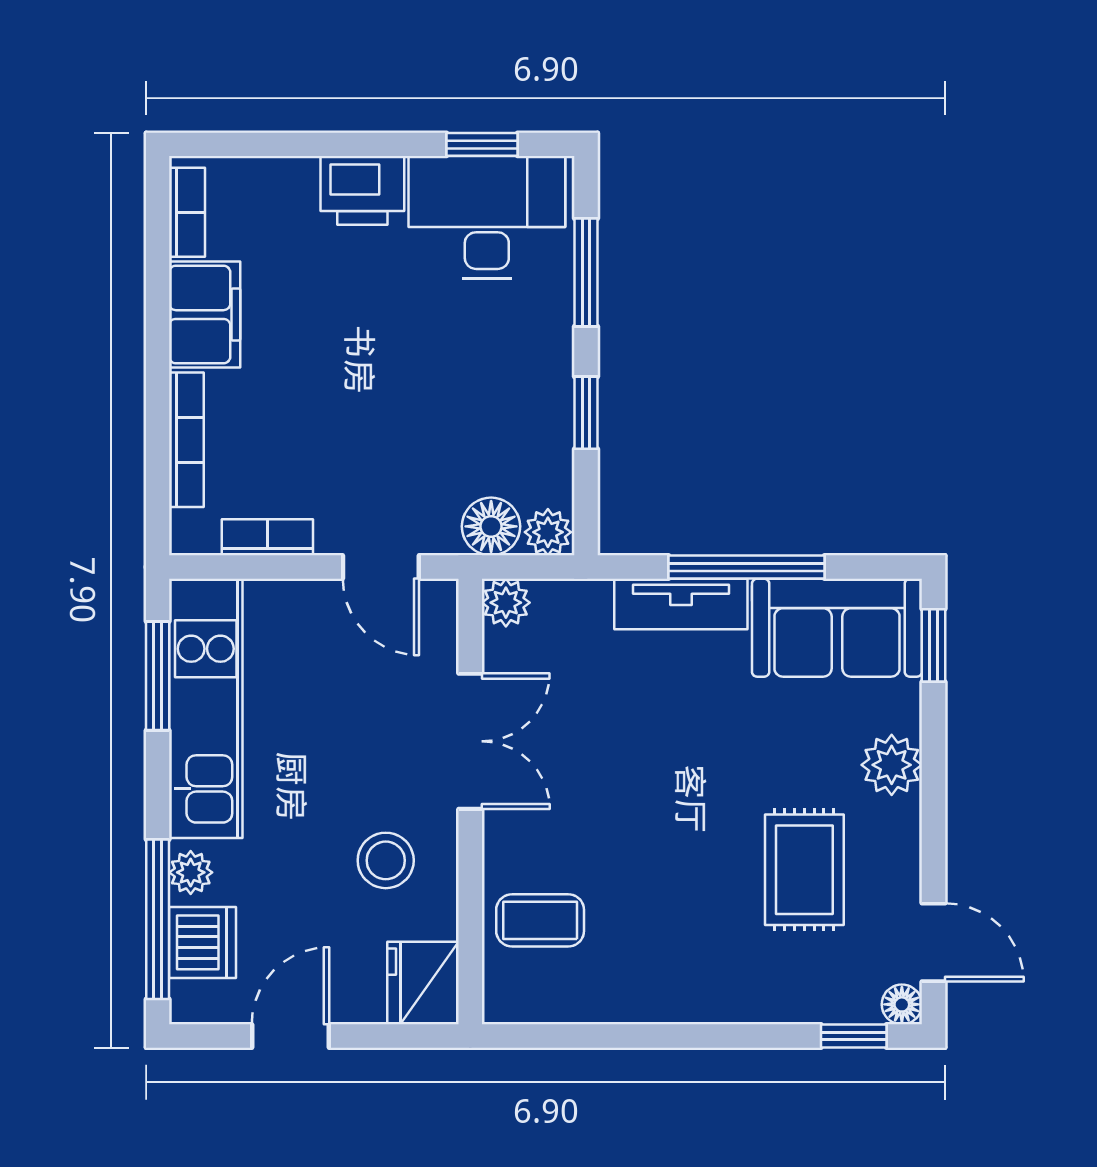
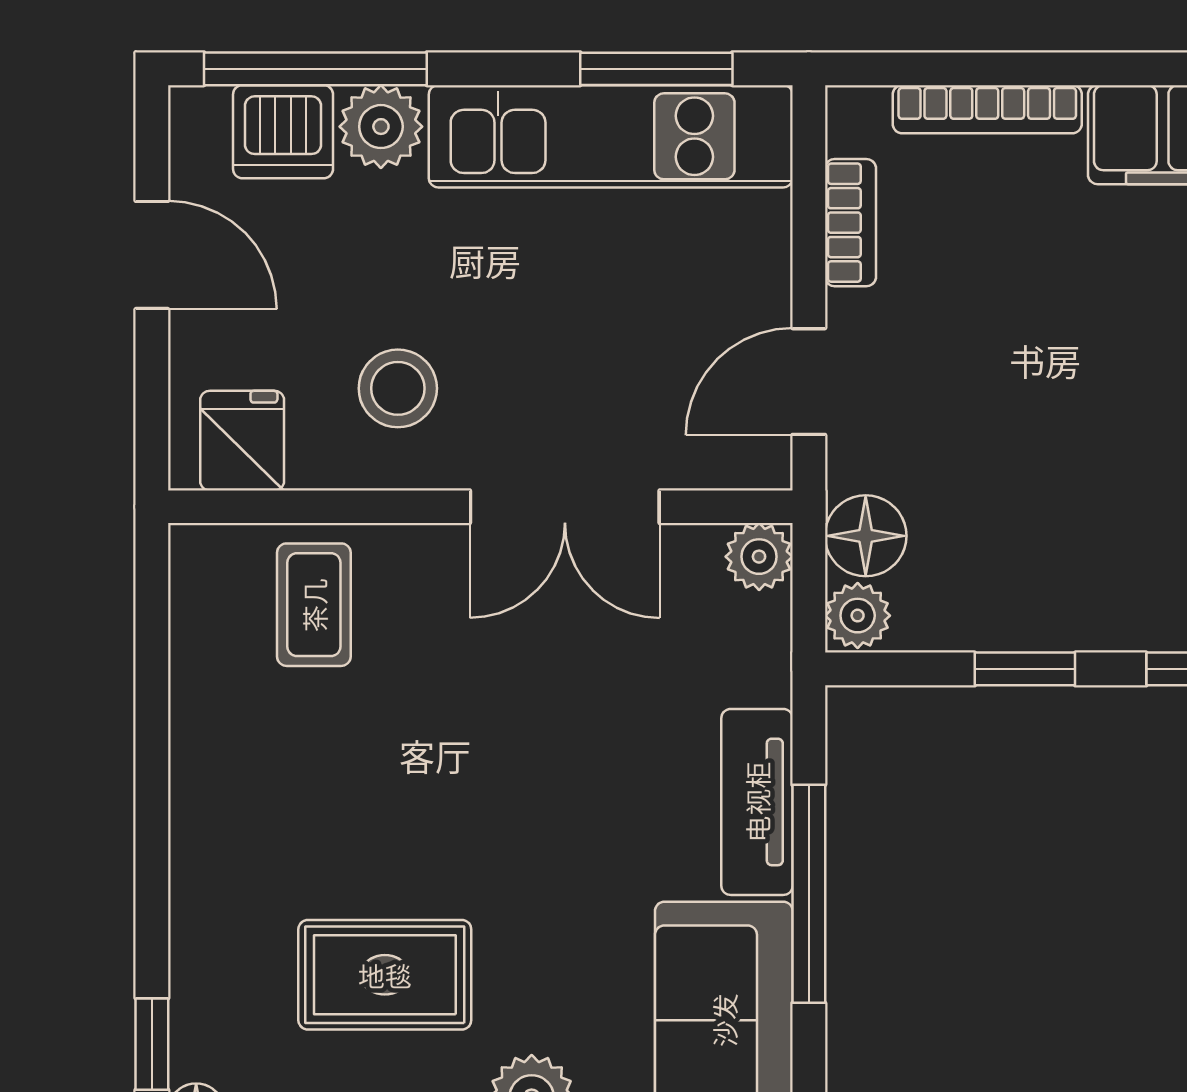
plant: (191, 872) -> (381, 127), width x1.38, depth x1.38
fridge: (423, 983) -> (242, 441), width x0.72

